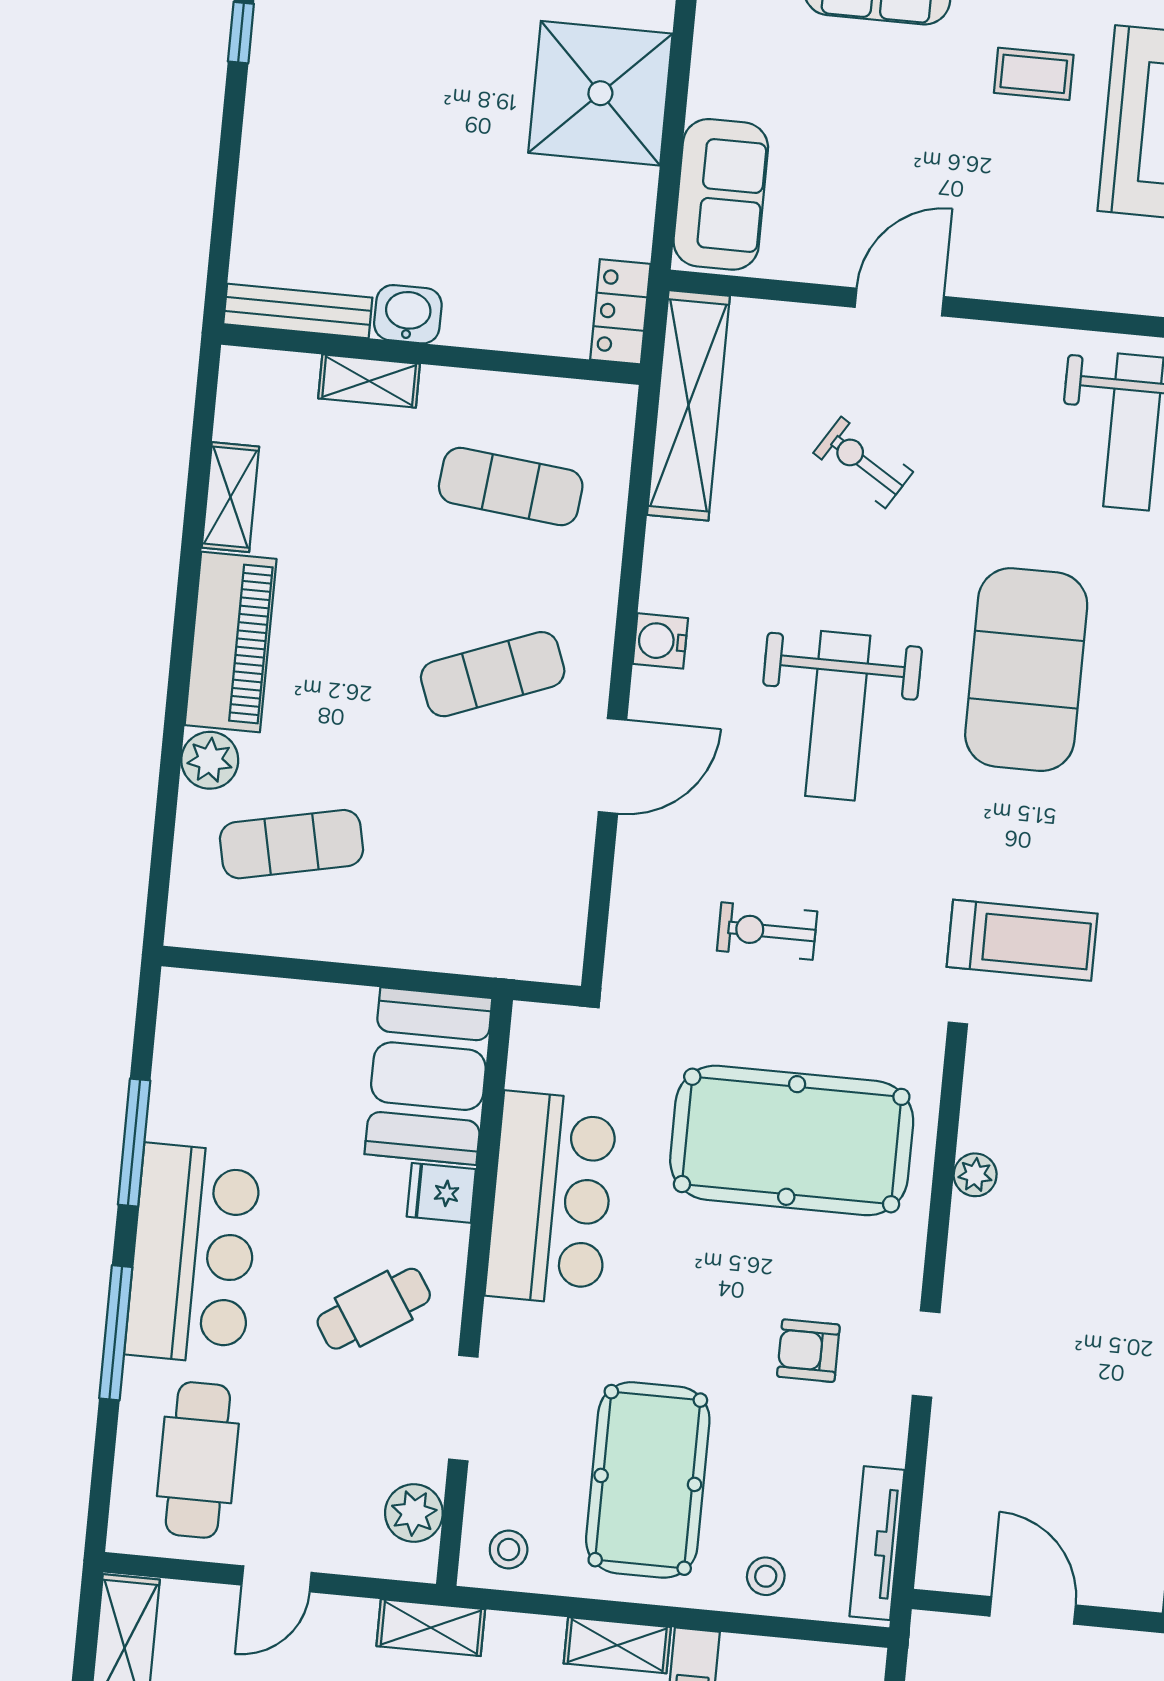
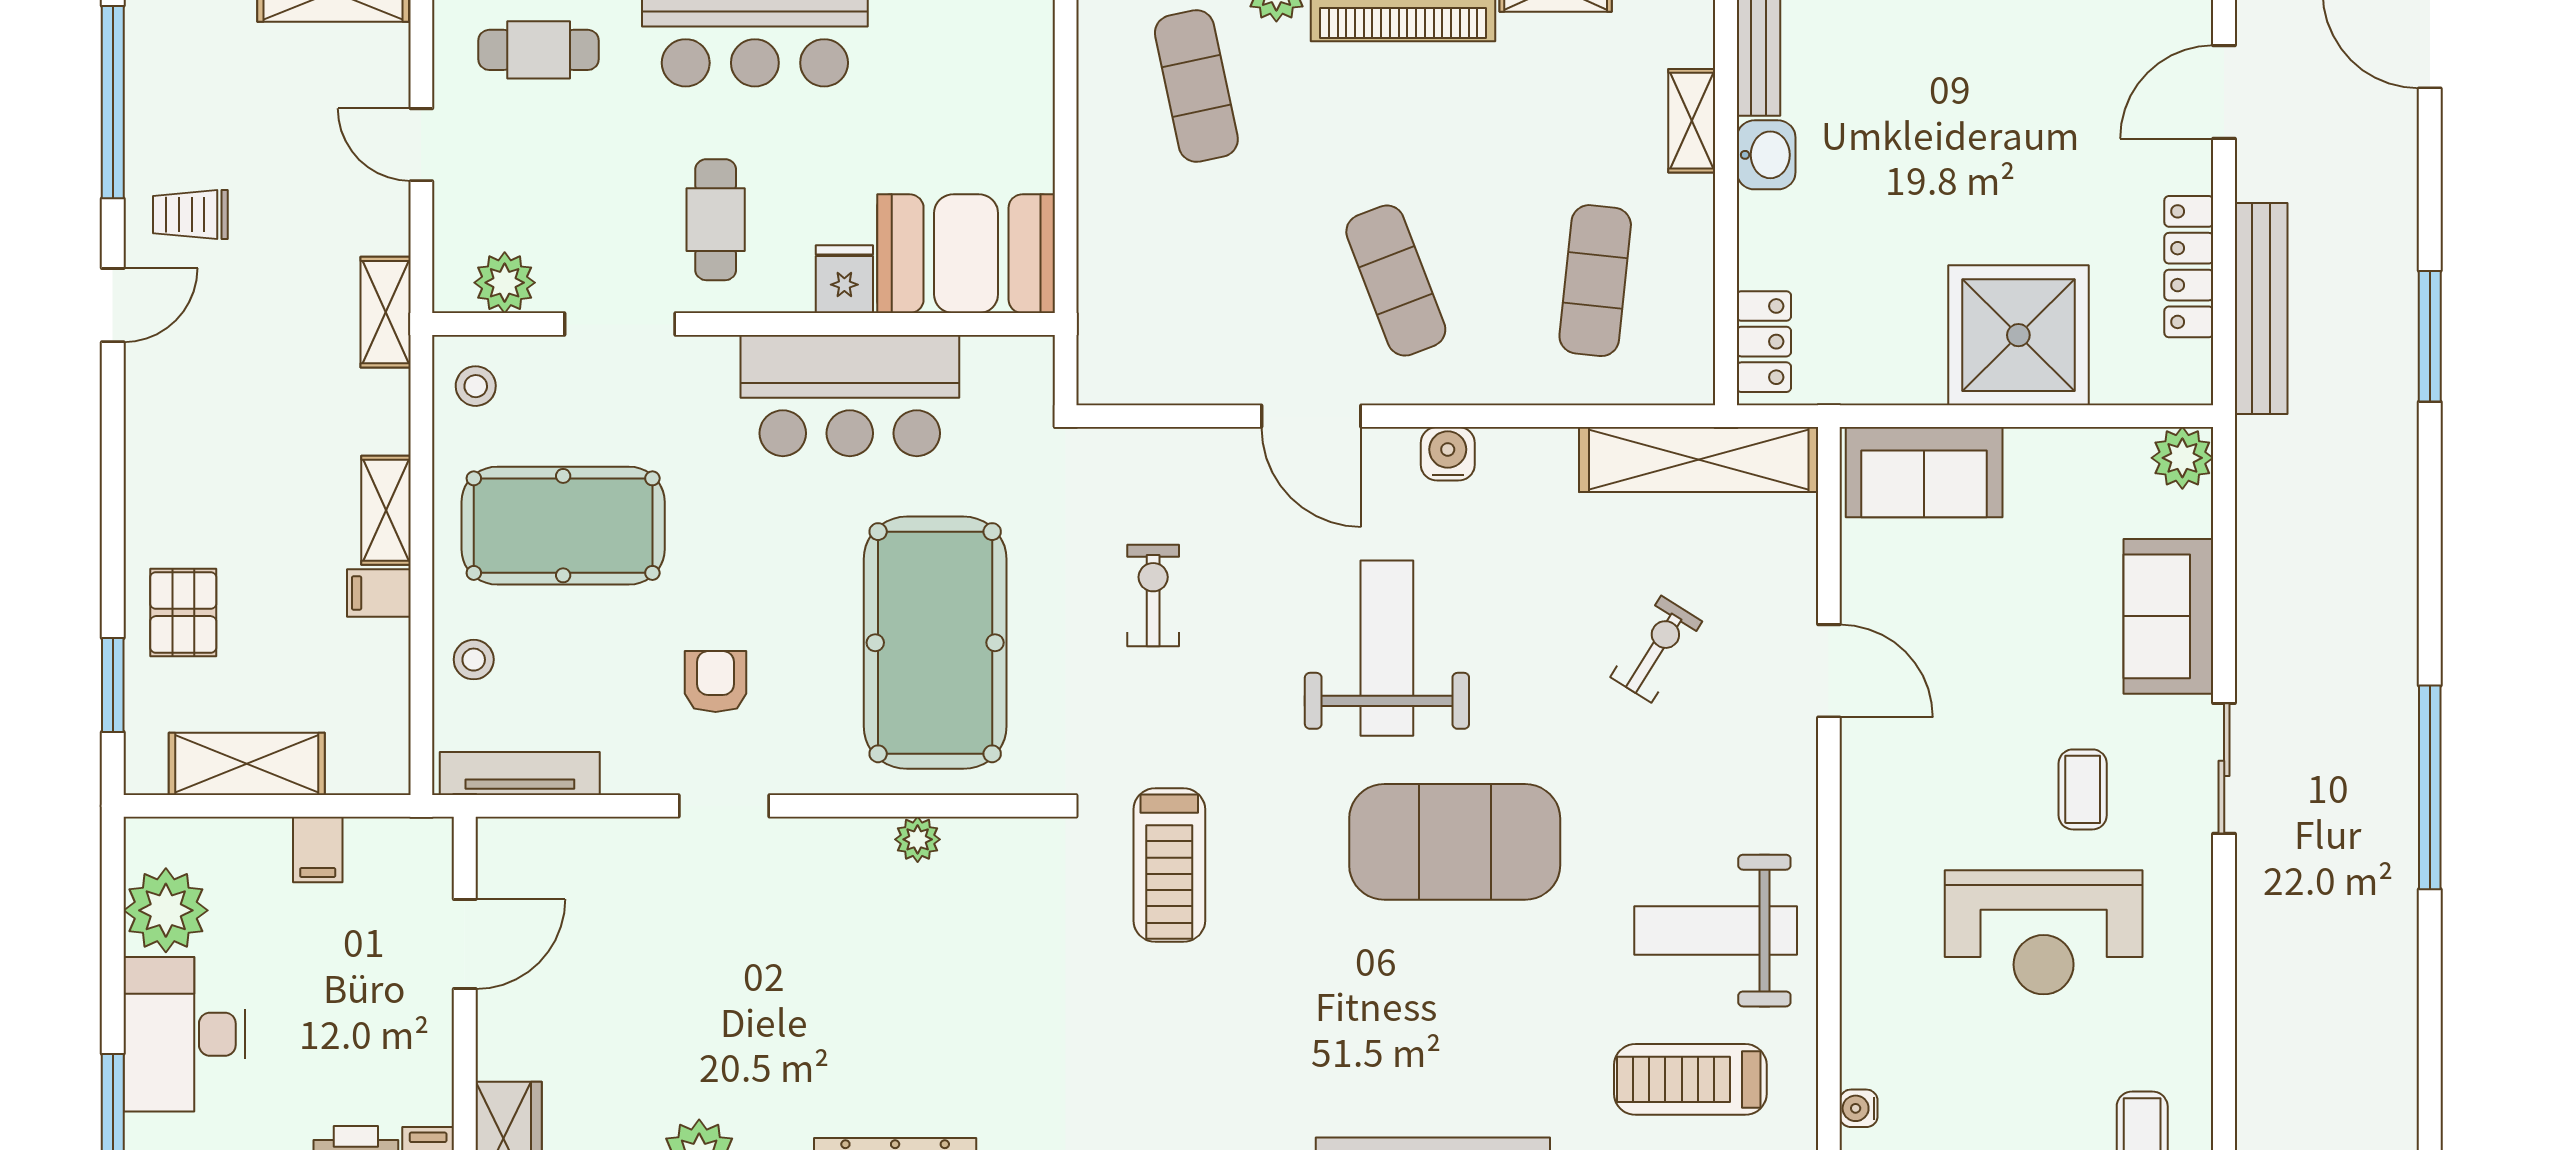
locker: (620, 312) -> (1764, 342), moved, turned 90
weight bench: (838, 716) -> (1387, 648), turned 90
cafe table: (374, 1309) -> (716, 220), turned 33
cafe table: (198, 1460) -> (539, 50), width x0.73, depth x0.74

